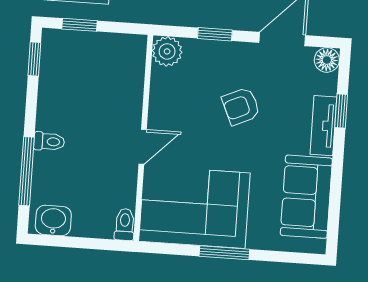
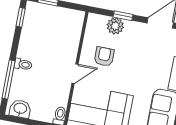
plant: (167, 51) -> (115, 26), moved
armchair: (241, 106) -> (104, 57), moved, turned 114

